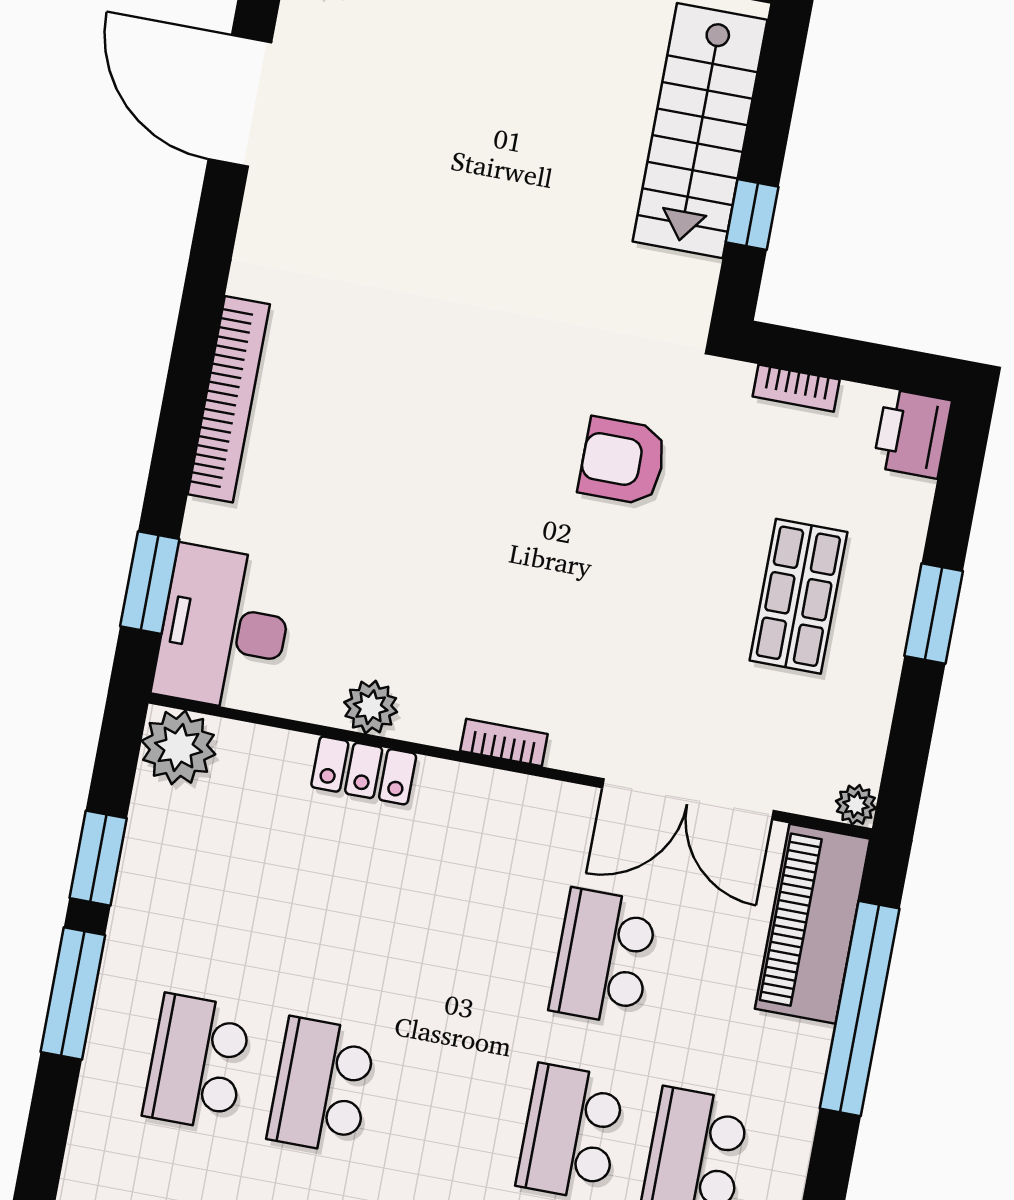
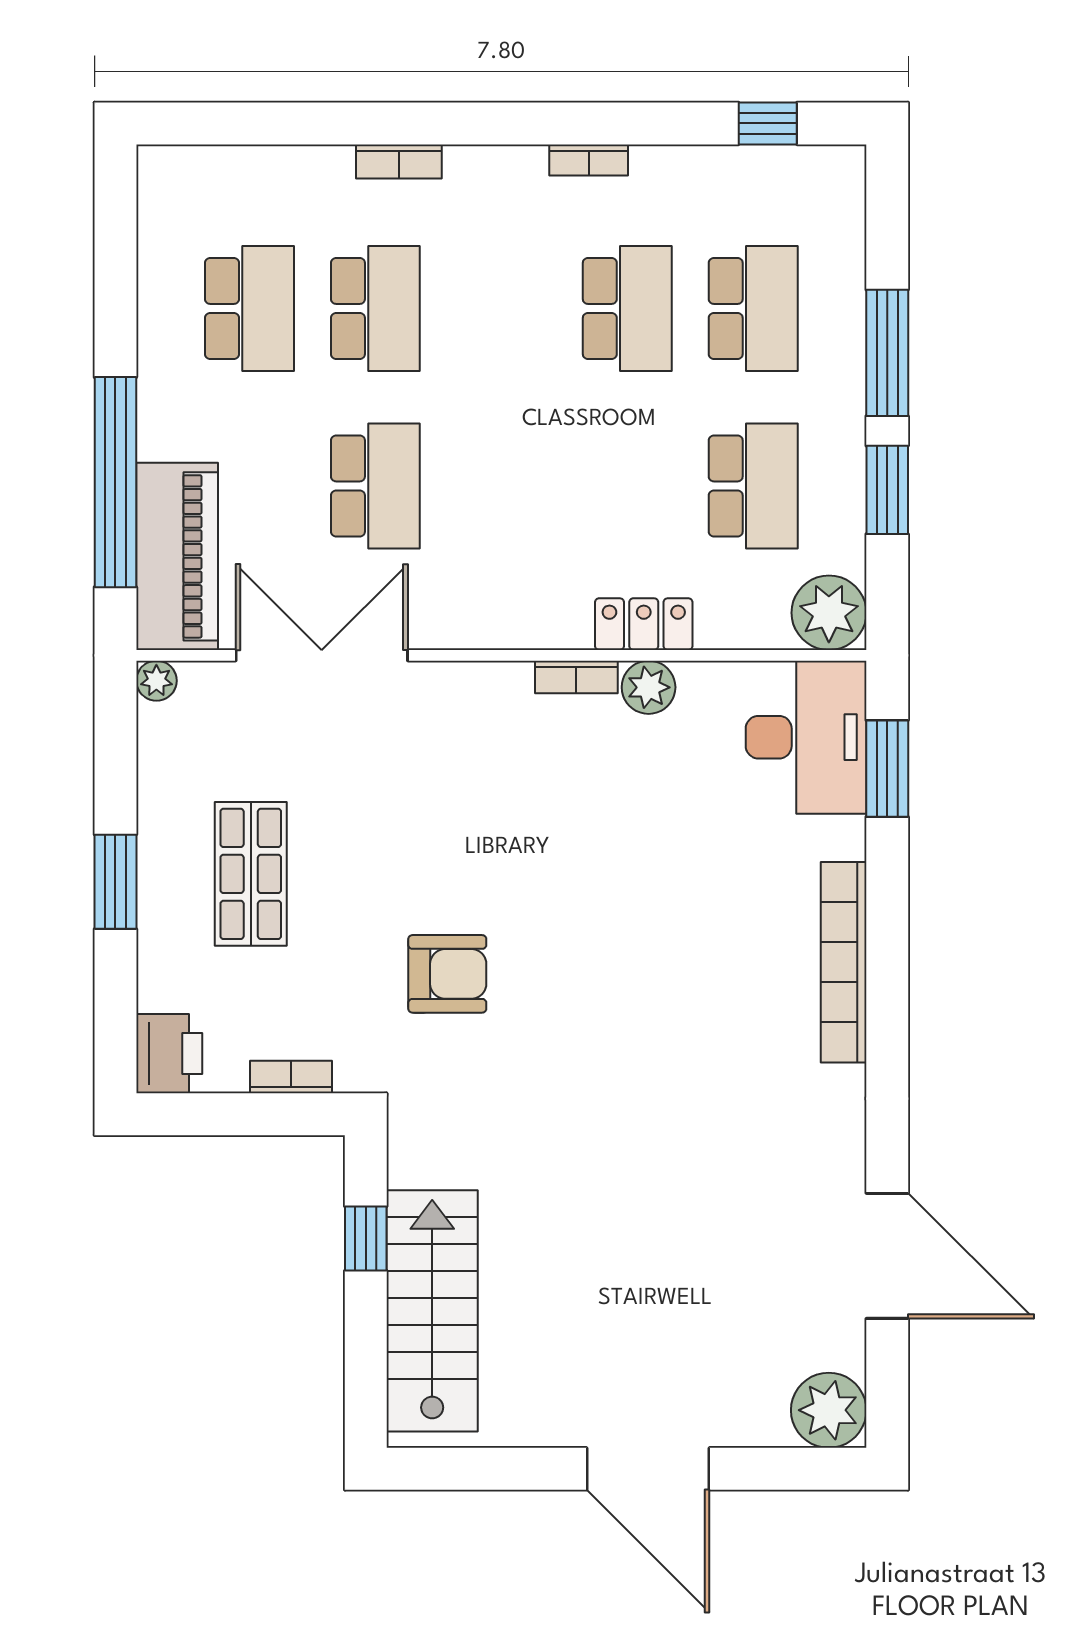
bookcase: (504, 743) -> (576, 677), moved
school desk: (230, 887) -> (753, 486), added

